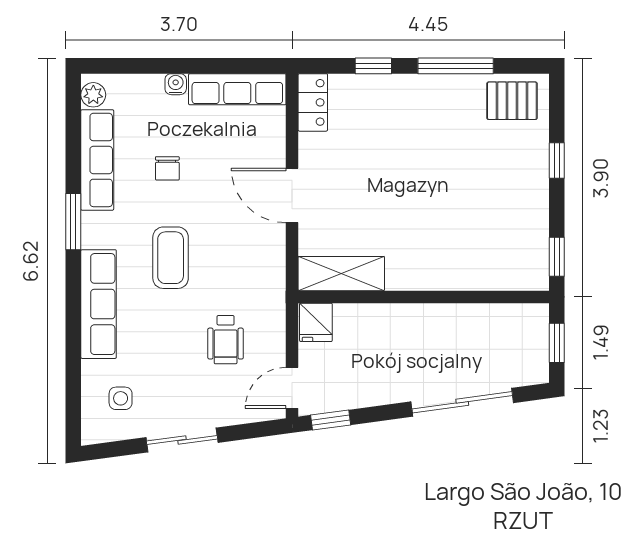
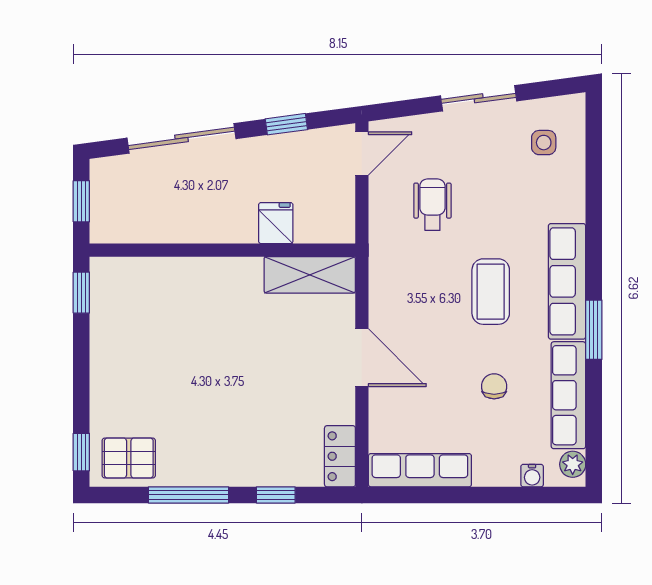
water cooler: (176, 84) -> (532, 476), moved
window: (557, 160) -> (81, 452), moved
row of seats: (99, 304) -> (567, 281), moved
fridge: (316, 322) -> (276, 223), moved
window: (331, 420) -> (286, 124), moved

